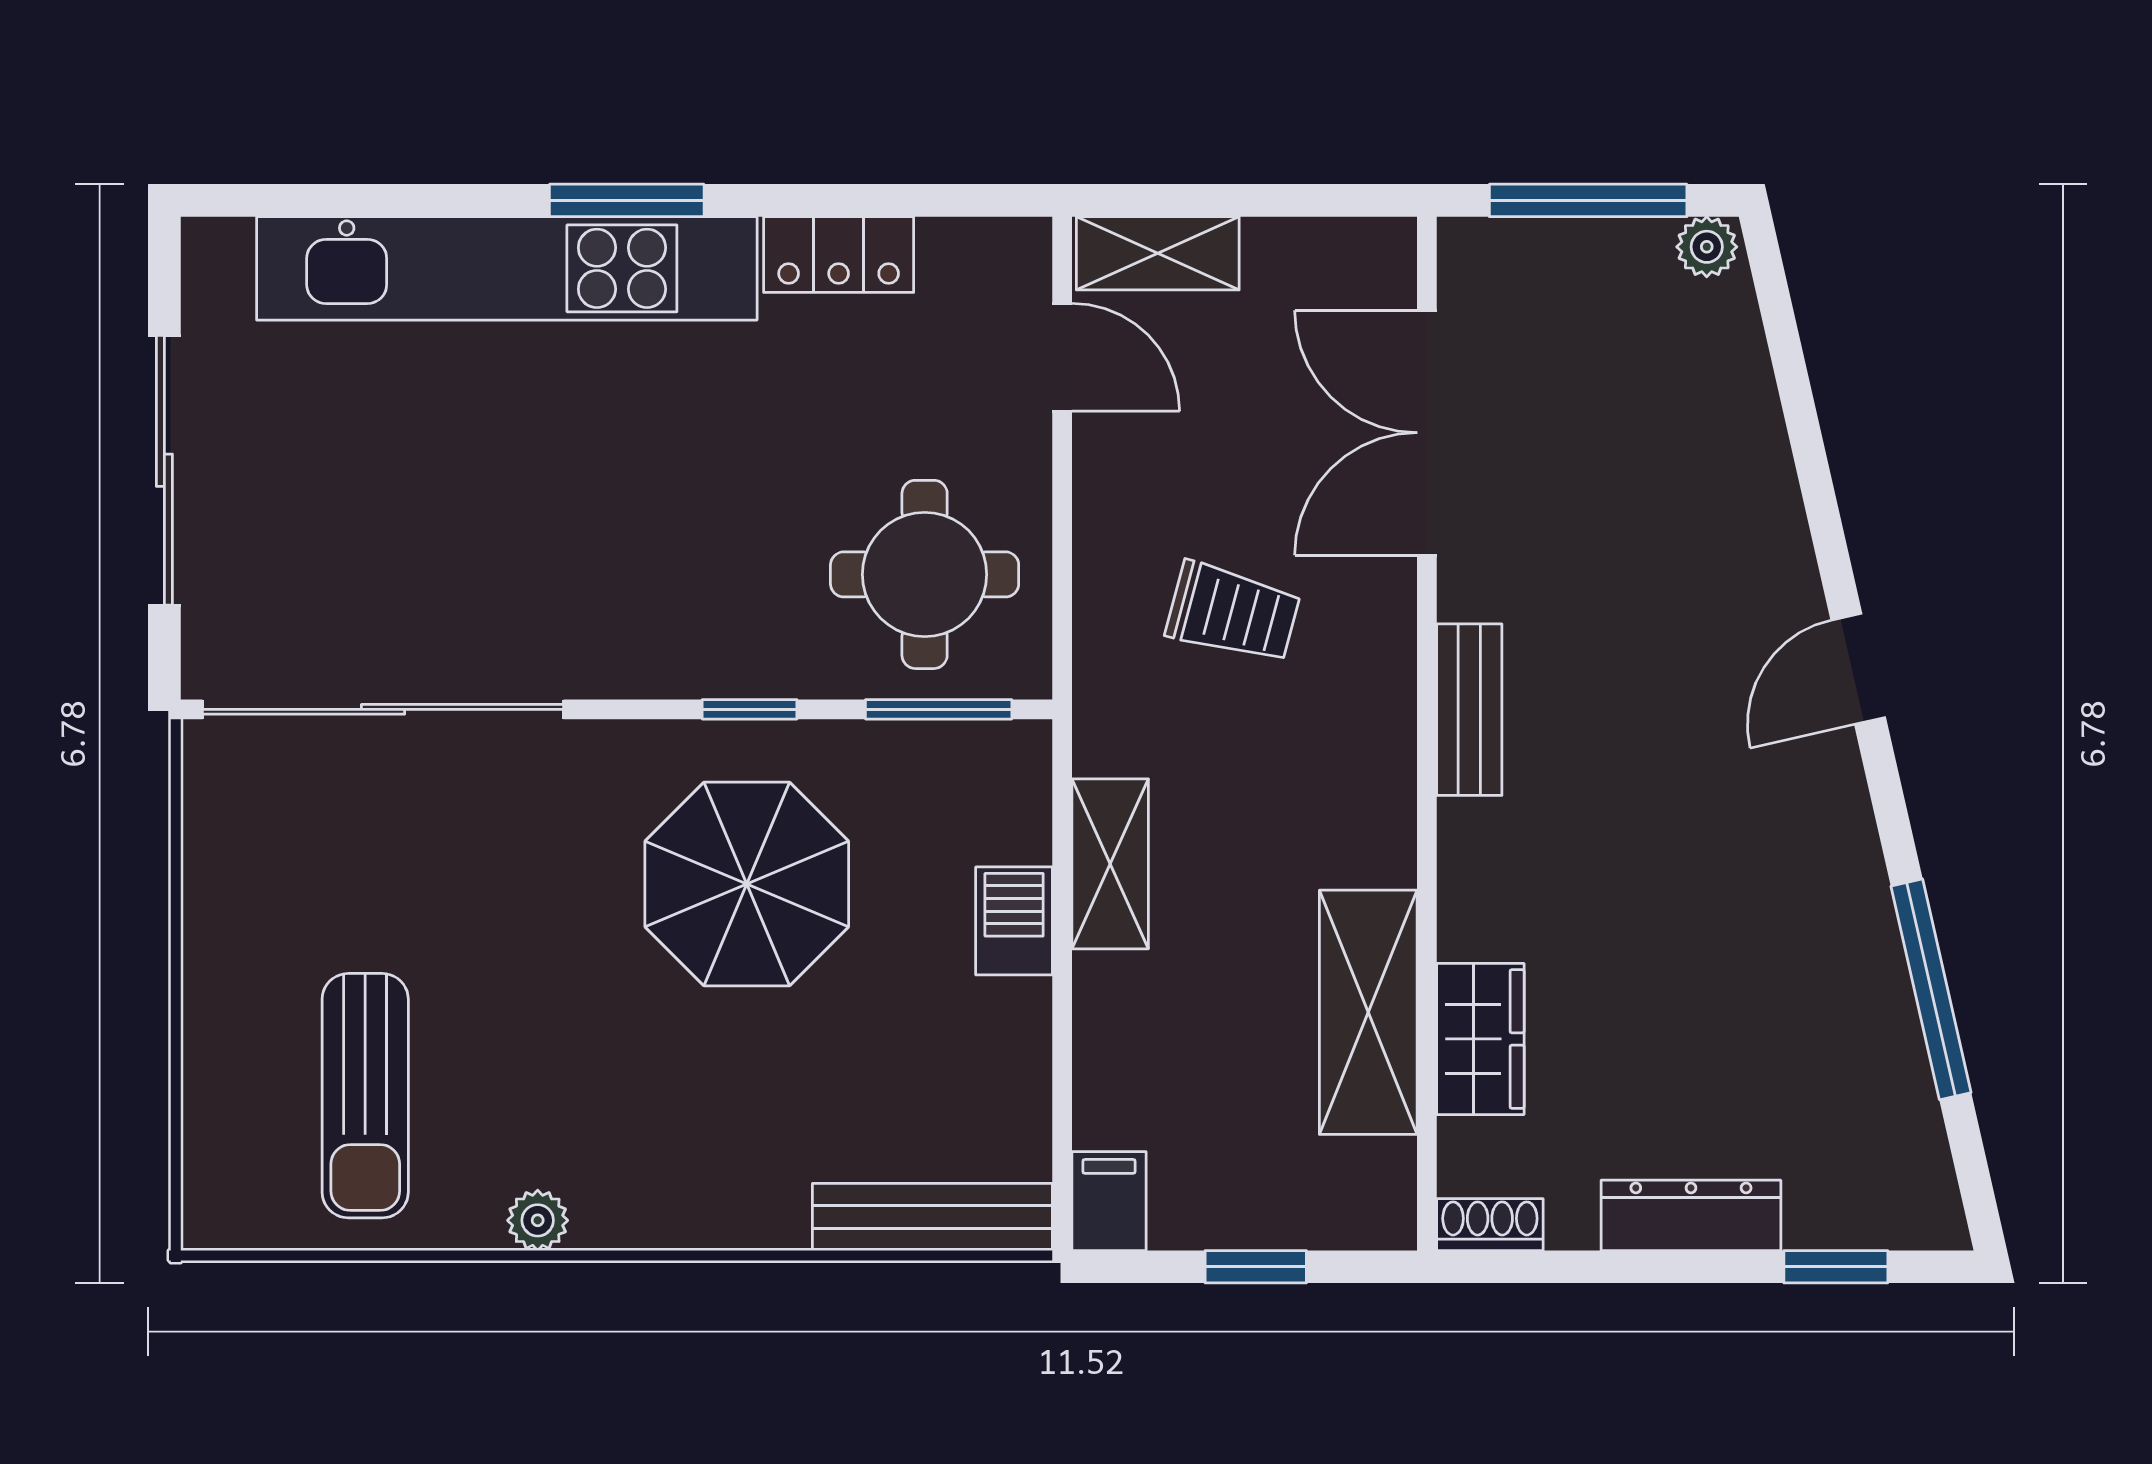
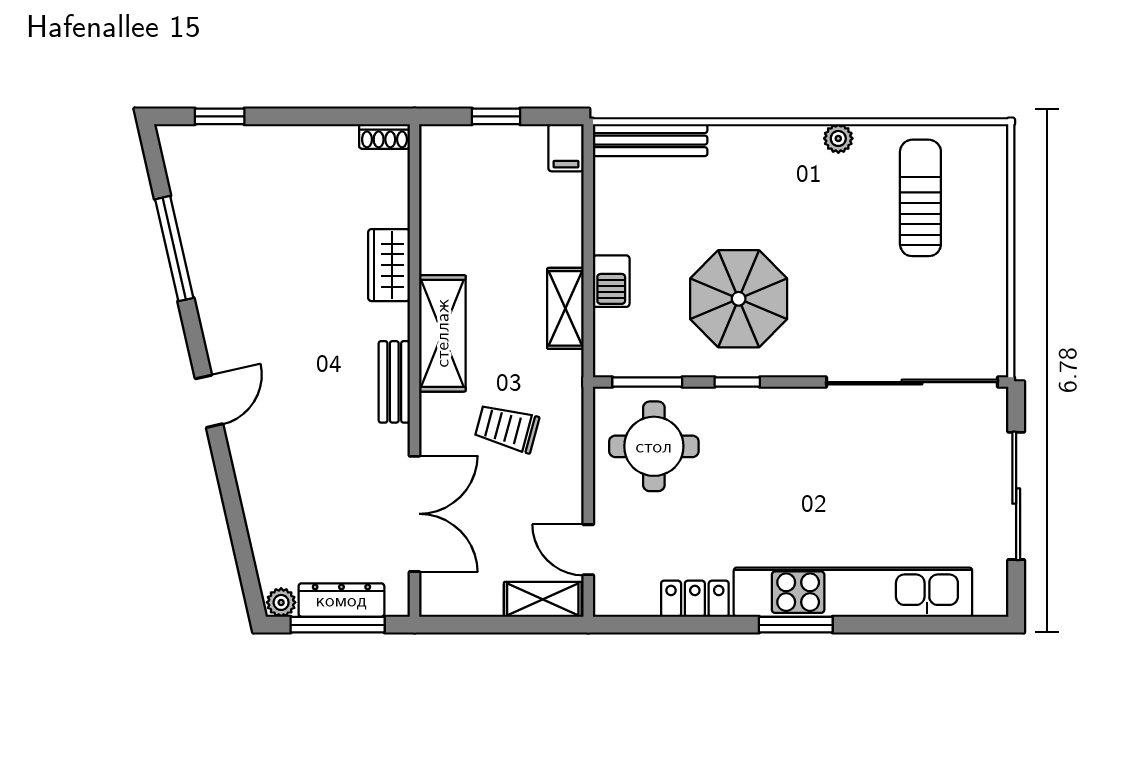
shelving: (1368, 1012) -> (442, 333), moved
wardrobe: (1480, 1039) -> (389, 265), moved
dresser: (1691, 1215) -> (341, 600), moved, turned 180

